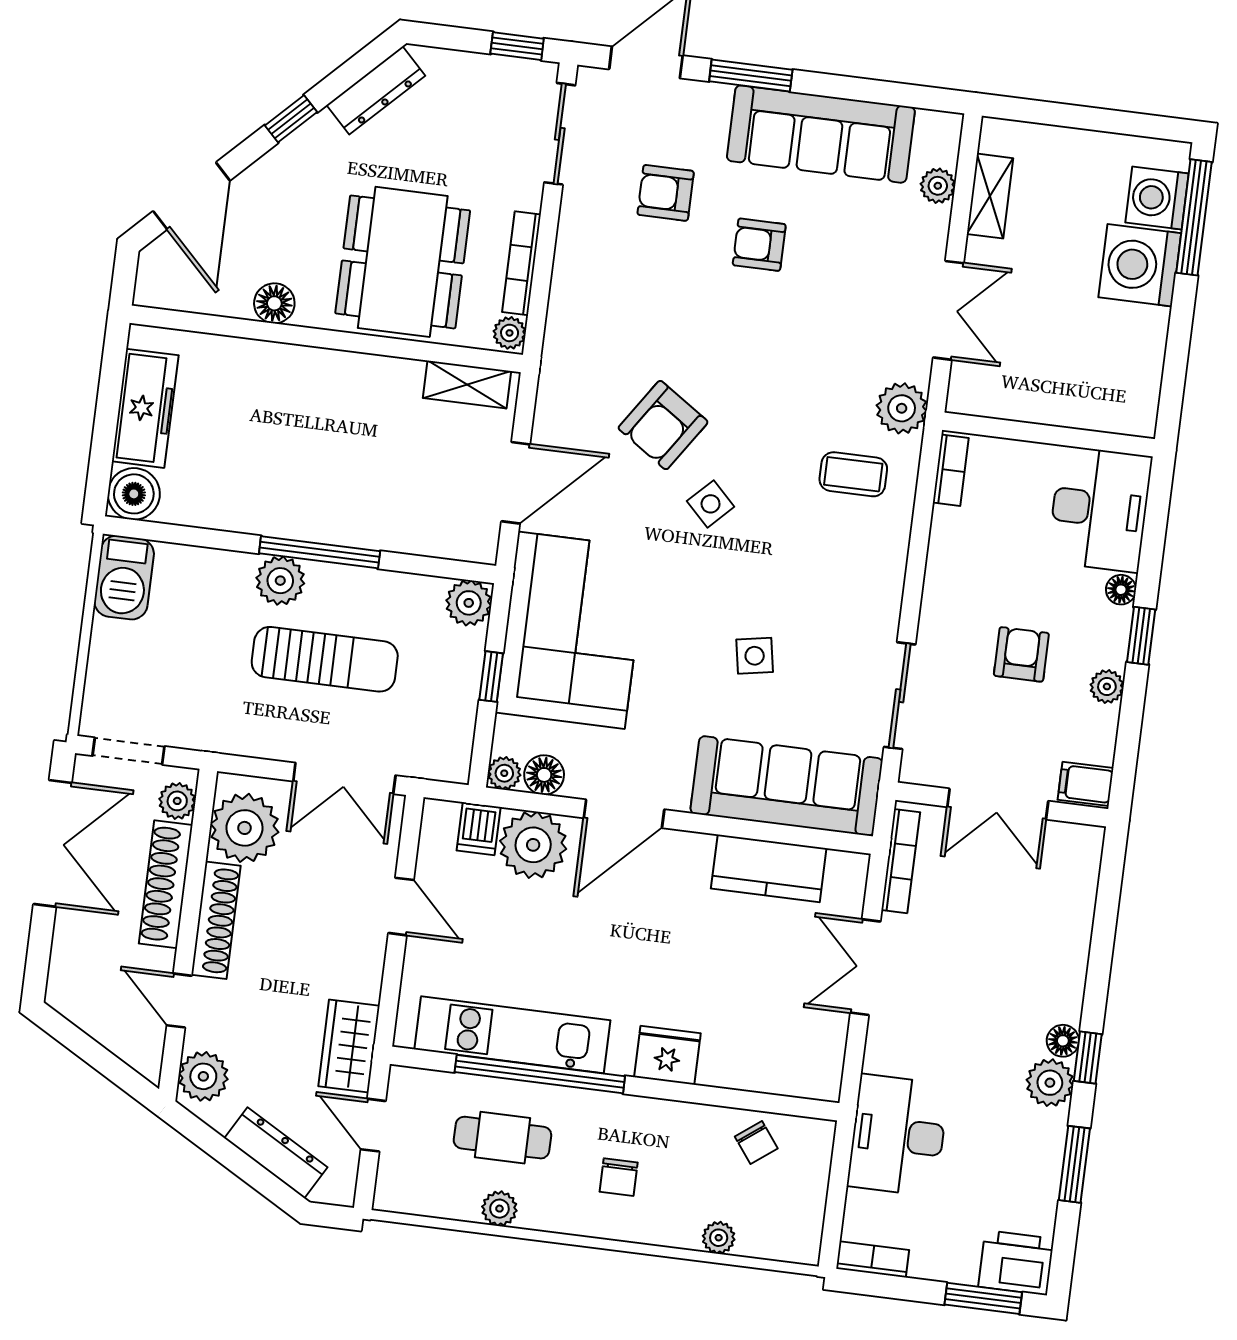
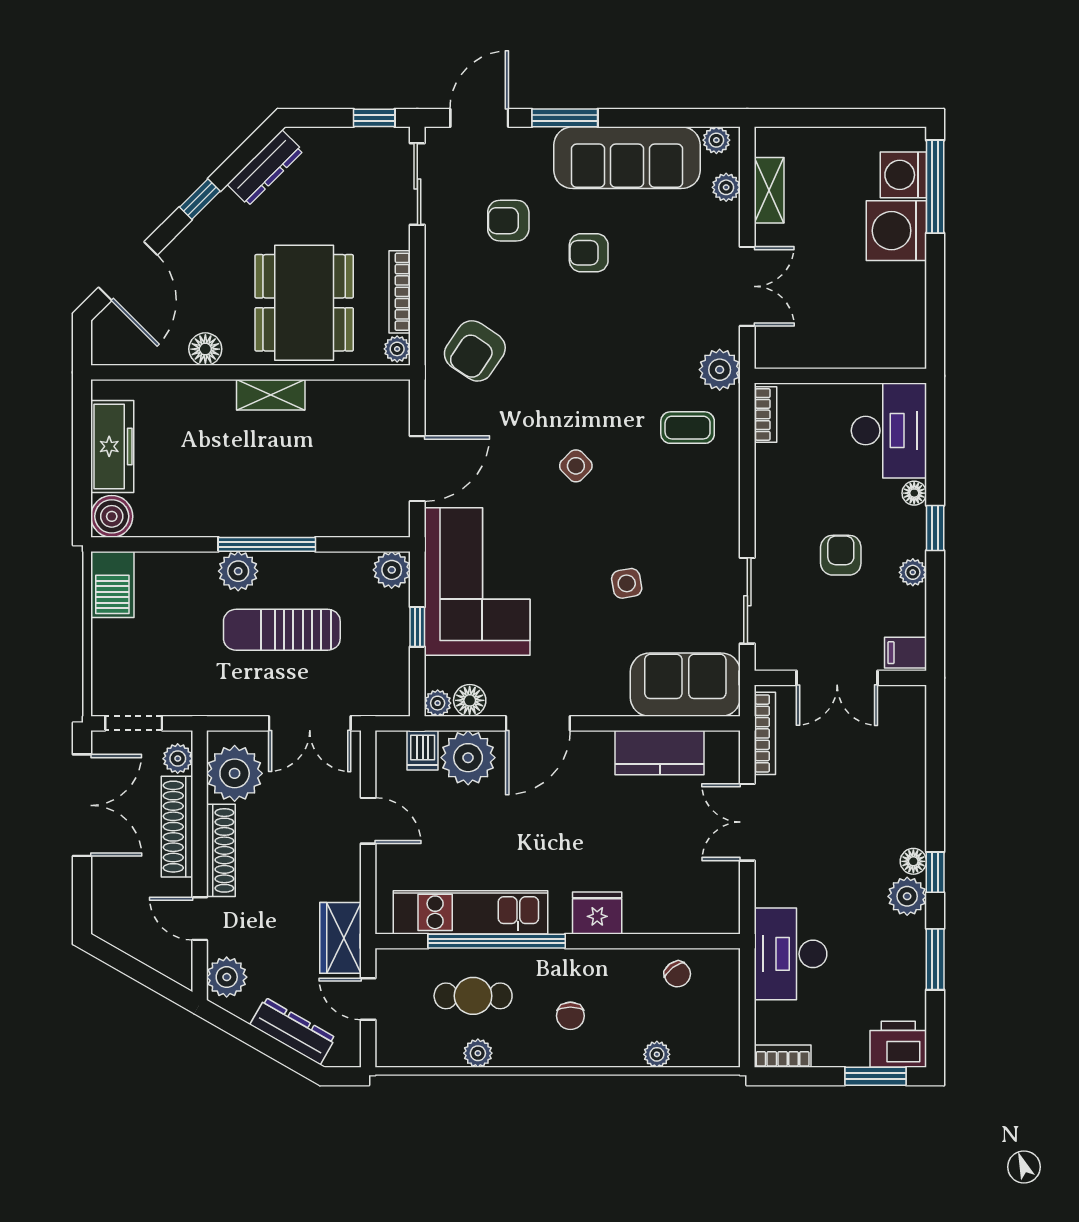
plant: (933, 126) -> (716, 140), added
shelving: (467, 385) -> (271, 395), moved
armchair: (663, 425) -> (475, 351), moved
sun lounger: (325, 659) -> (282, 630), turned 180
sofa: (787, 786) -> (685, 685), width x0.73

